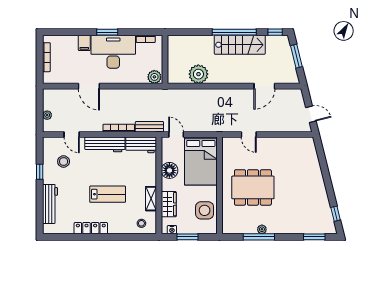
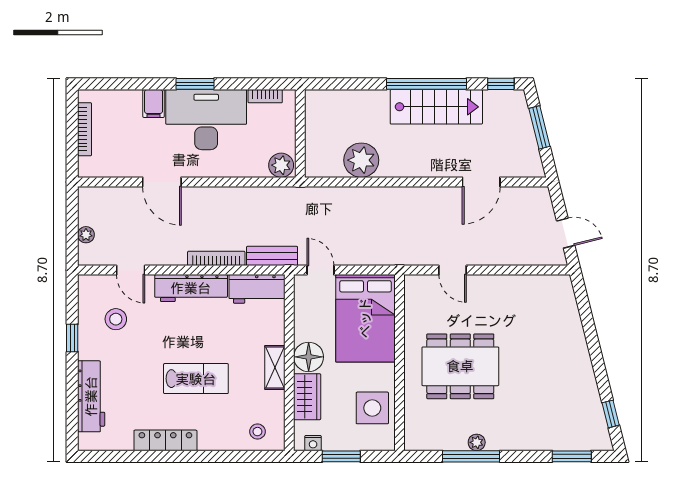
floor lamp: (169, 170) -> (309, 357), moved
shelving: (151, 199) -> (275, 367), moved

